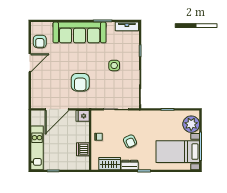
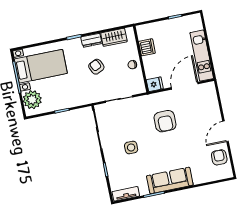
sofa: (80, 32) -> (170, 180), width x0.74, depth x0.79
armchair: (80, 82) -> (165, 121), turned 180
kitchen unit: (37, 148) -> (202, 56), moved

